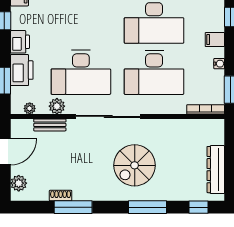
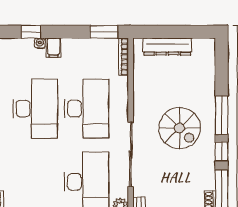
water cooler: (219, 64) -> (40, 43), moved
dresser: (216, 170) -> (167, 47), moved
window: (199, 207) -> (222, 152), moved

